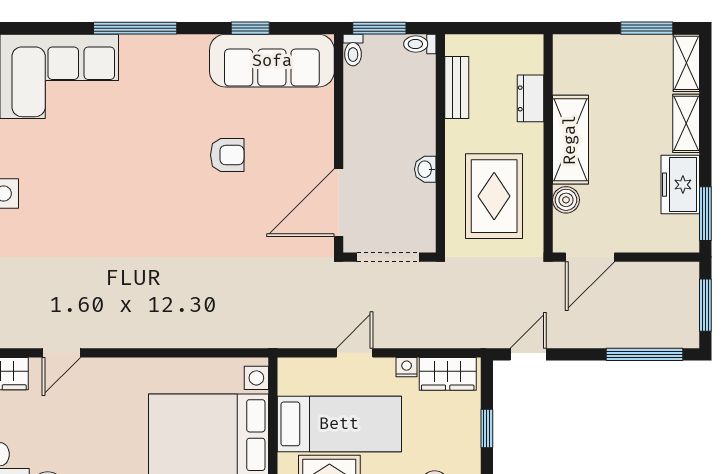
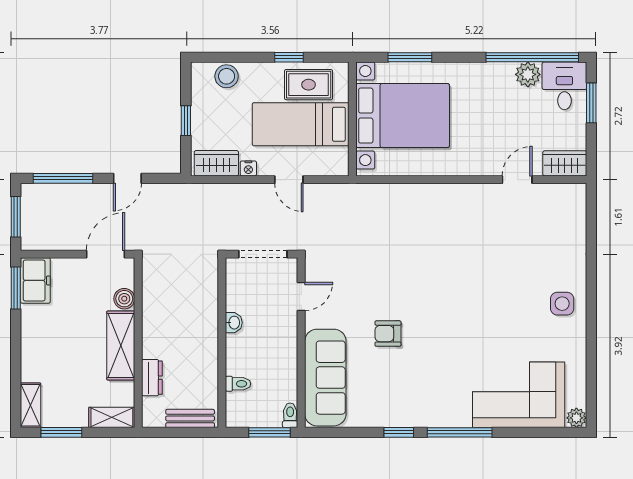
window: (250, 28) -> (399, 432), moved
toilet: (420, 44) -> (238, 384), moved
sofa: (272, 61) -> (325, 378), moved, turned 90
bench: (457, 87) -> (190, 418), moved, turned 90
shelving: (686, 123) -> (112, 417), moved, turned 90
freezer: (680, 185) -> (35, 280), moved
rug: (494, 196) -> (180, 302), removed
door: (339, 203) -> (301, 297), width x0.53
door: (355, 353) -> (289, 180), hinge flipped
door: (528, 354) -> (127, 178), moved

